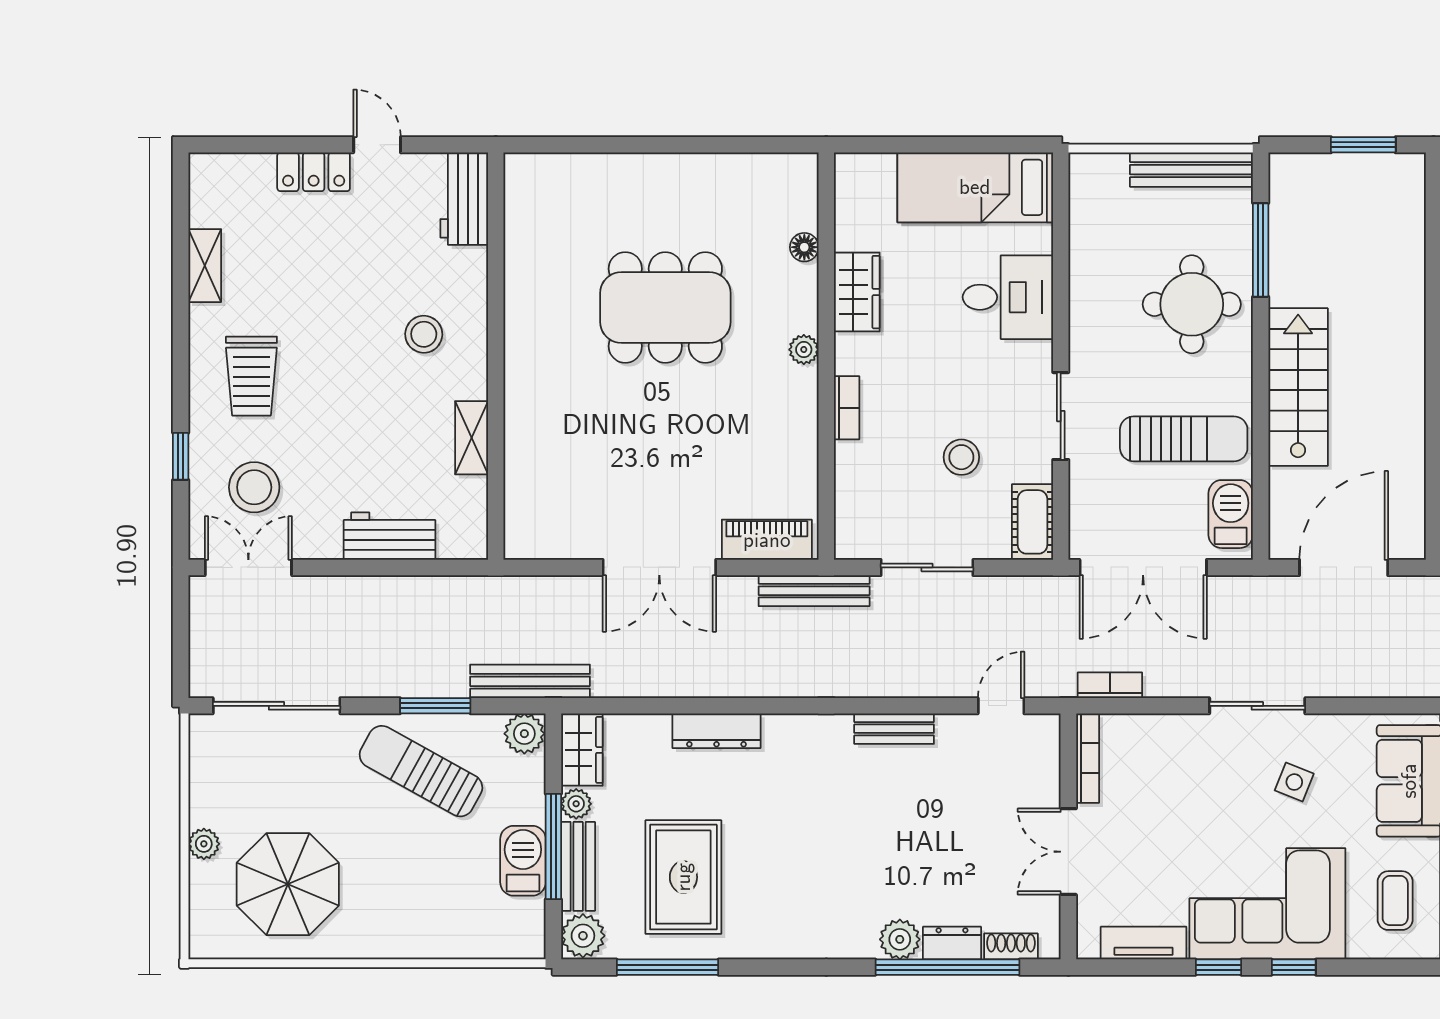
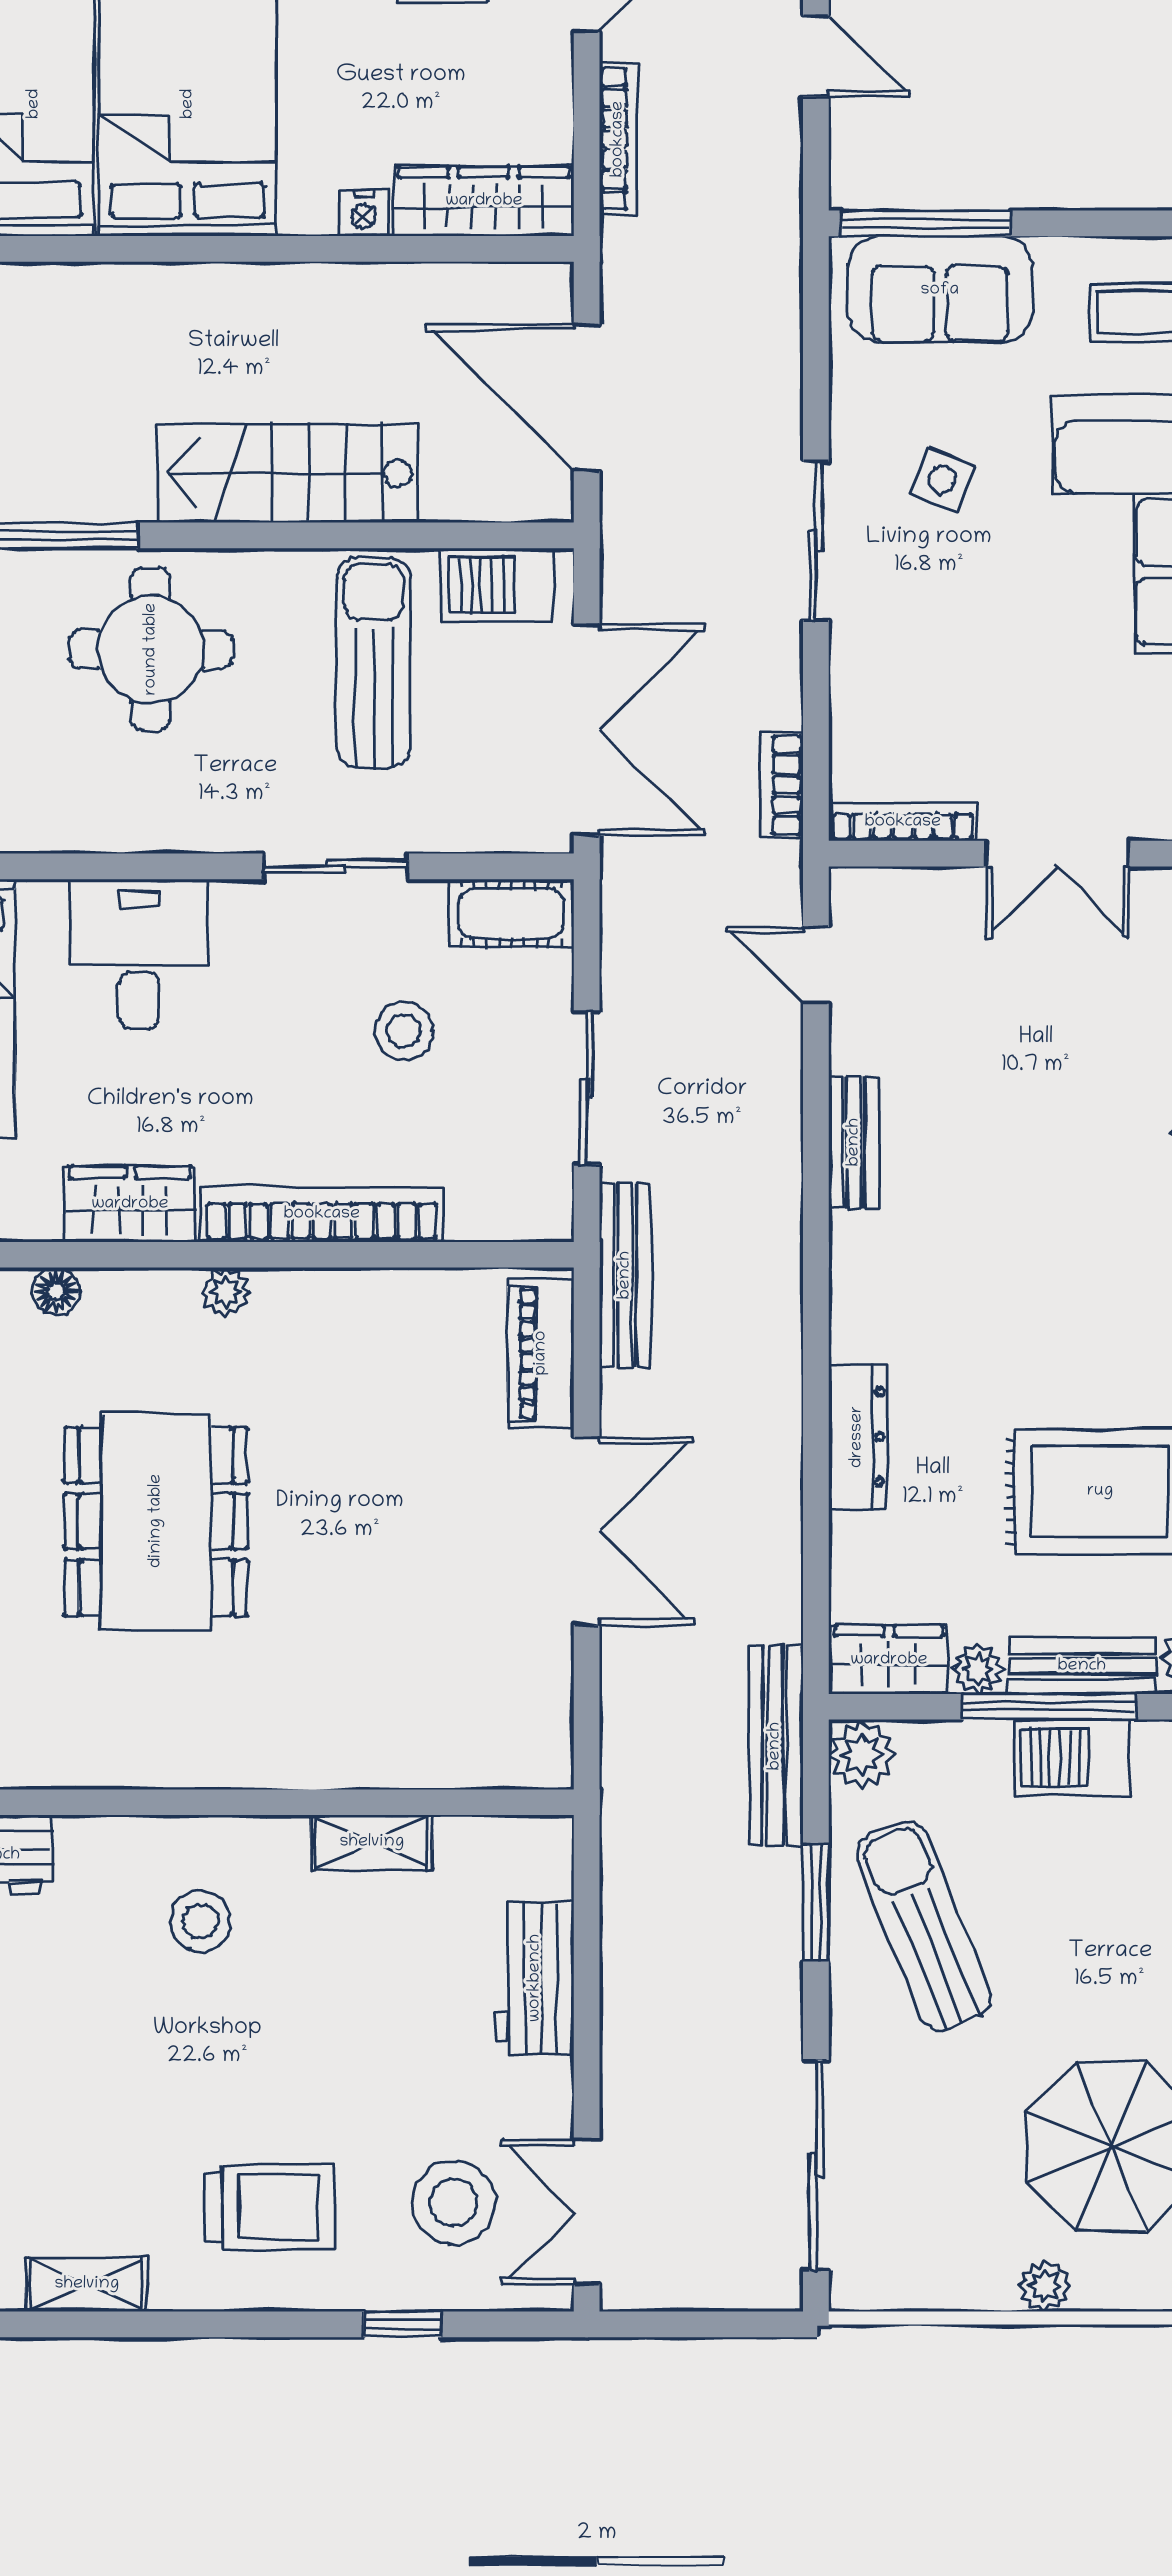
bookcase: (847, 408) -> (322, 1214), width x2.31, depth x1.31
sun lounger: (421, 771) -> (924, 1926), turned 129

